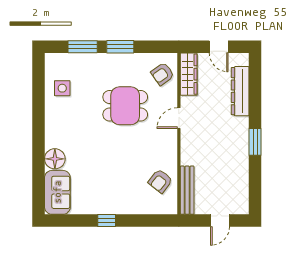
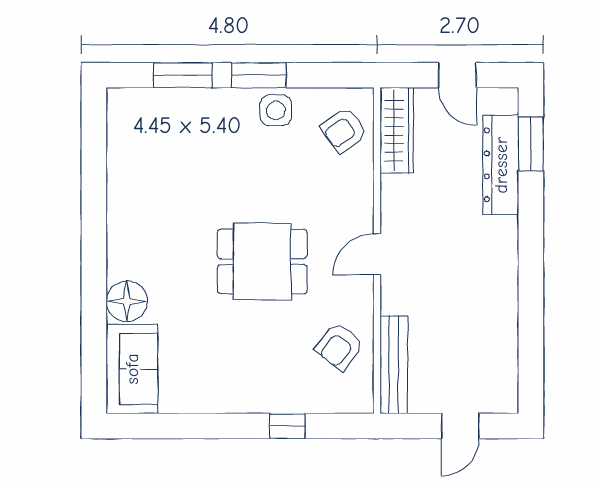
side table: (62, 88) -> (276, 110), moved
dining table: (125, 106) -> (262, 262), moved
door: (179, 118) -> (377, 254), moved
window: (255, 142) -> (531, 144), moved
window: (107, 221) -> (288, 426), moved

